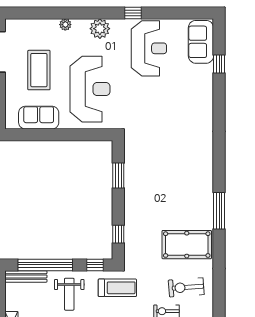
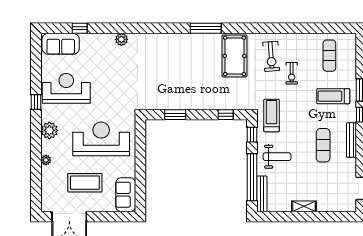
plant: (206, 113) -> (121, 39), added
sofa: (39, 118) -> (126, 195), moved

